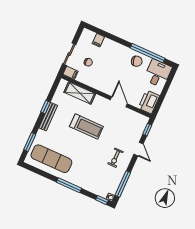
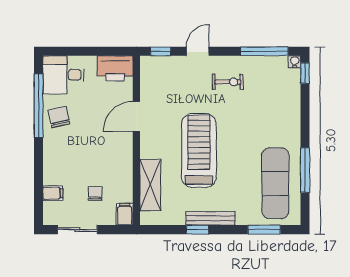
sliding door: (69, 54) -> (77, 230), moved
treadmill: (86, 126) -> (199, 150), width x1.37, depth x1.38
window: (69, 185) -> (305, 170), moved

